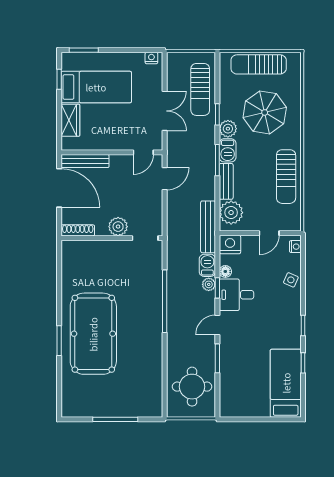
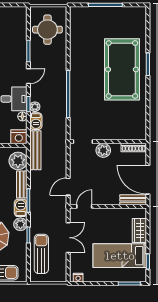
double door: (165, 111) -> (68, 238), swing flipped
bench: (85, 161) -> (133, 200), width x0.73

